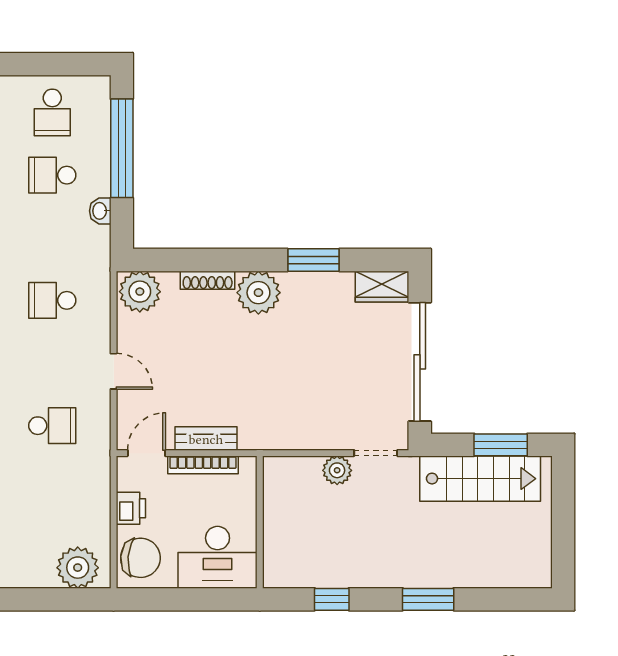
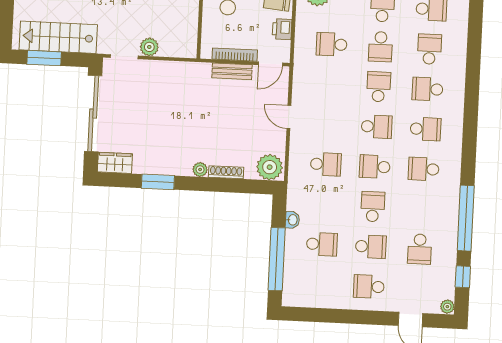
school desk: (52, 112) -> (320, 284), removed
plant: (258, 293) -> (200, 170), width x0.53, depth x0.53
school desk: (52, 426) -> (332, 44), moved

